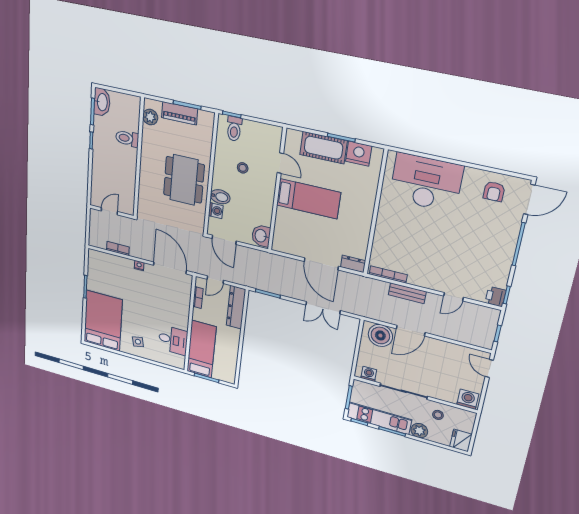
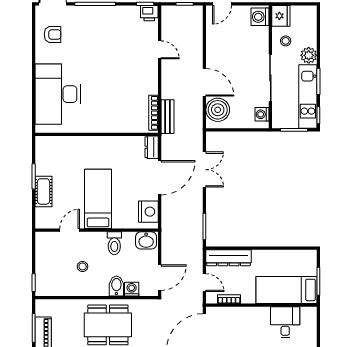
toilet: (234, 129) -> (114, 243), moved, turned 90
cot: (323, 148) -> (43, 191), width x0.73, depth x0.75
nightstand: (359, 154) -> (148, 212), moved, turned 180
bench: (407, 293) -> (167, 117), moved
fridge: (461, 440) -> (281, 16), moved, turned -90

